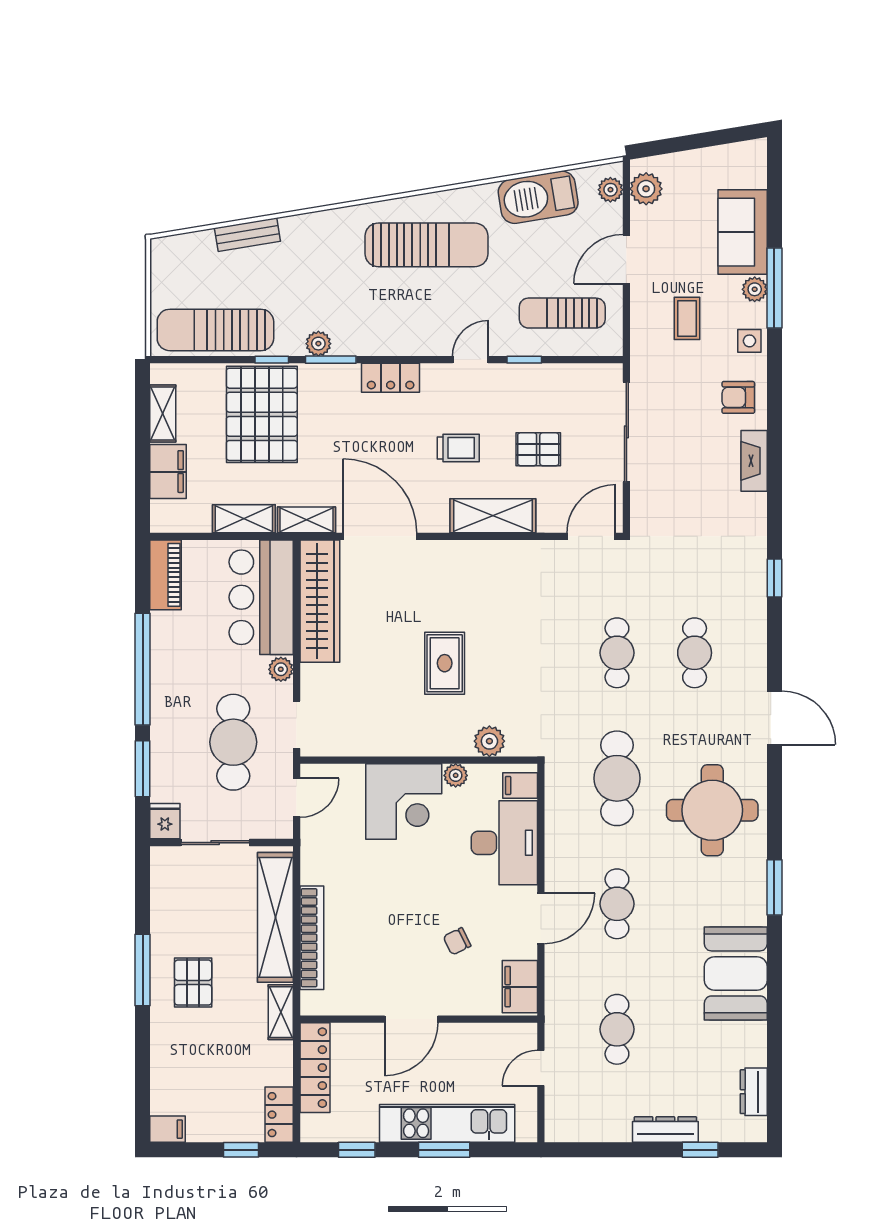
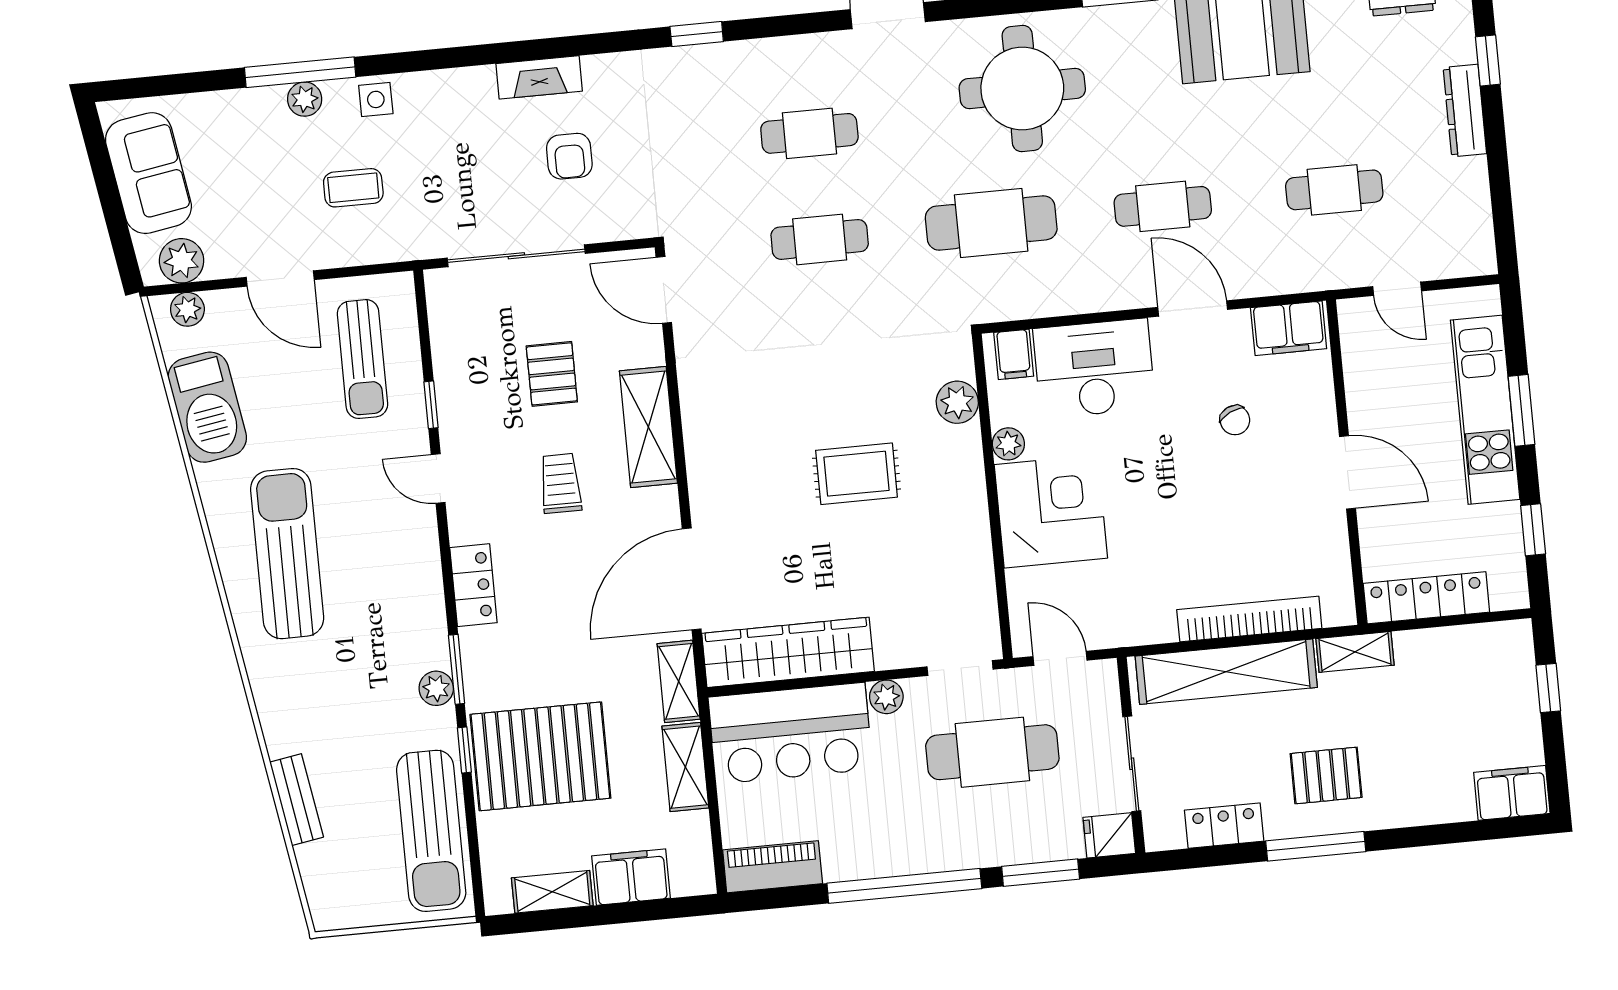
sofa: (743, 232) -> (148, 173), moved, turned -99
armchair: (738, 397) -> (569, 156), moved
locker: (279, 1115) -> (1224, 826), moved, turned 180
filing cabinet: (167, 1129) -> (1512, 793), width x2.00

